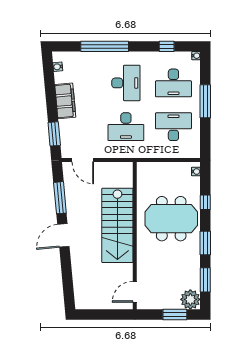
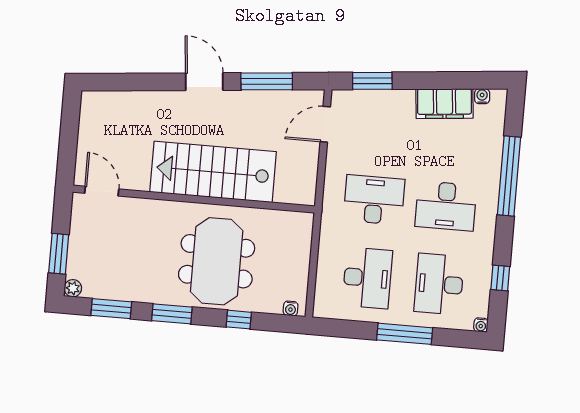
filing cabinet: (65, 101) -> (445, 104), moved
desk: (126, 127) -> (374, 200), turned 90
plant: (190, 299) -> (73, 288), width x0.53, depth x0.53

